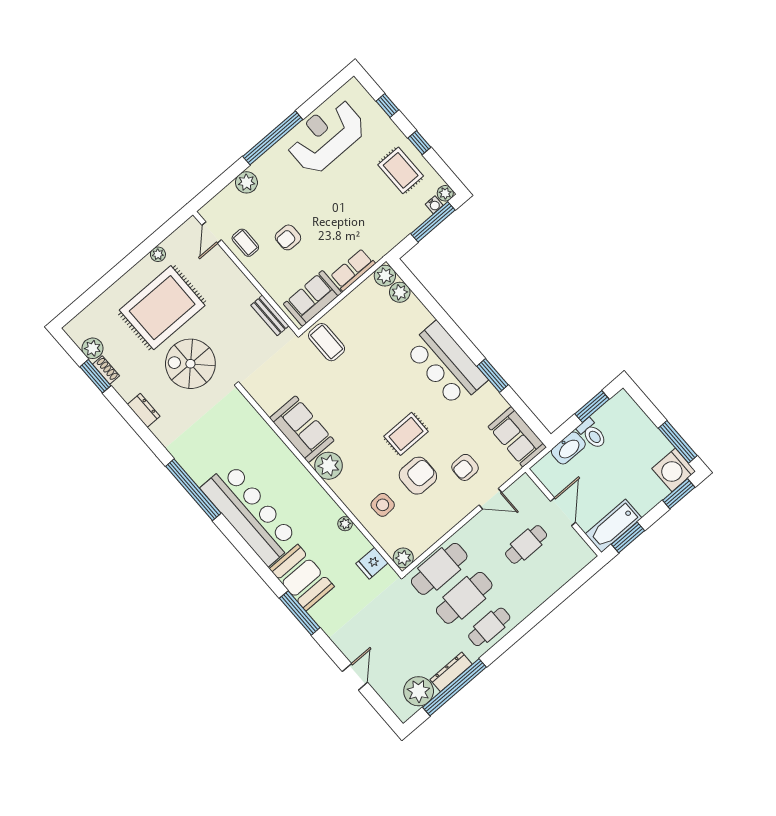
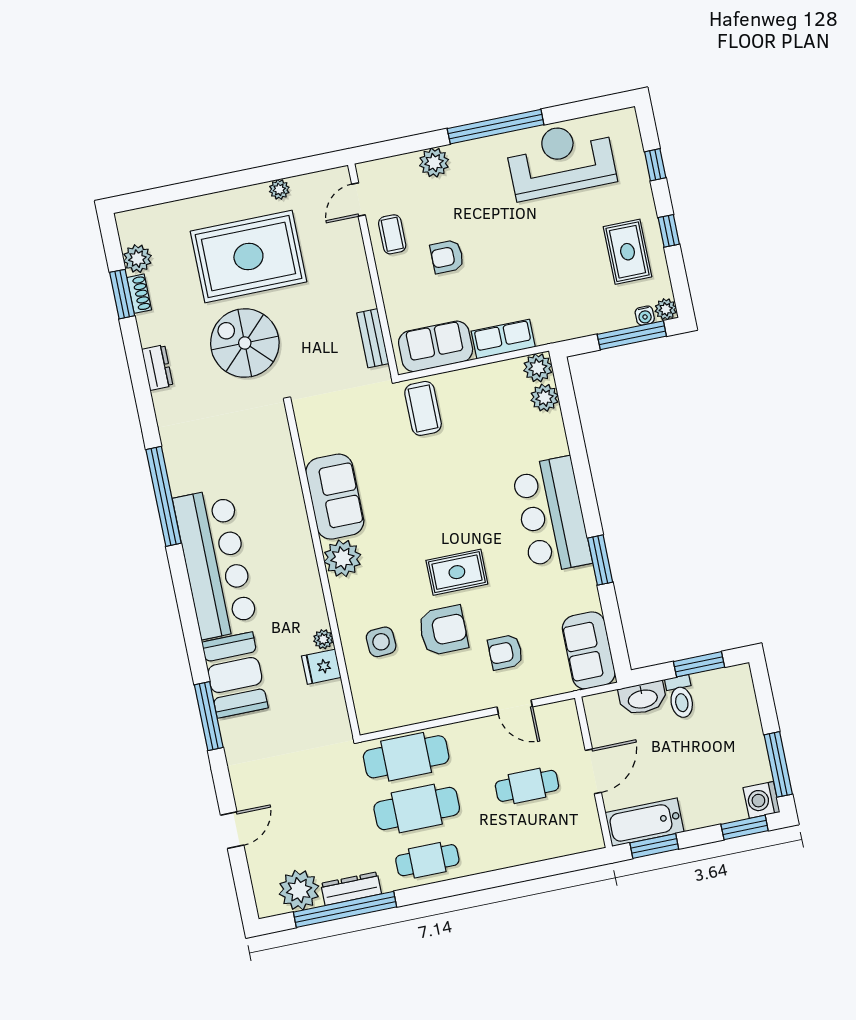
washing machine: (674, 470) -> (762, 800), width x0.73, depth x0.73
plant: (403, 558) -> (370, 719), removed
fridge: (372, 563) -> (321, 667), moved

